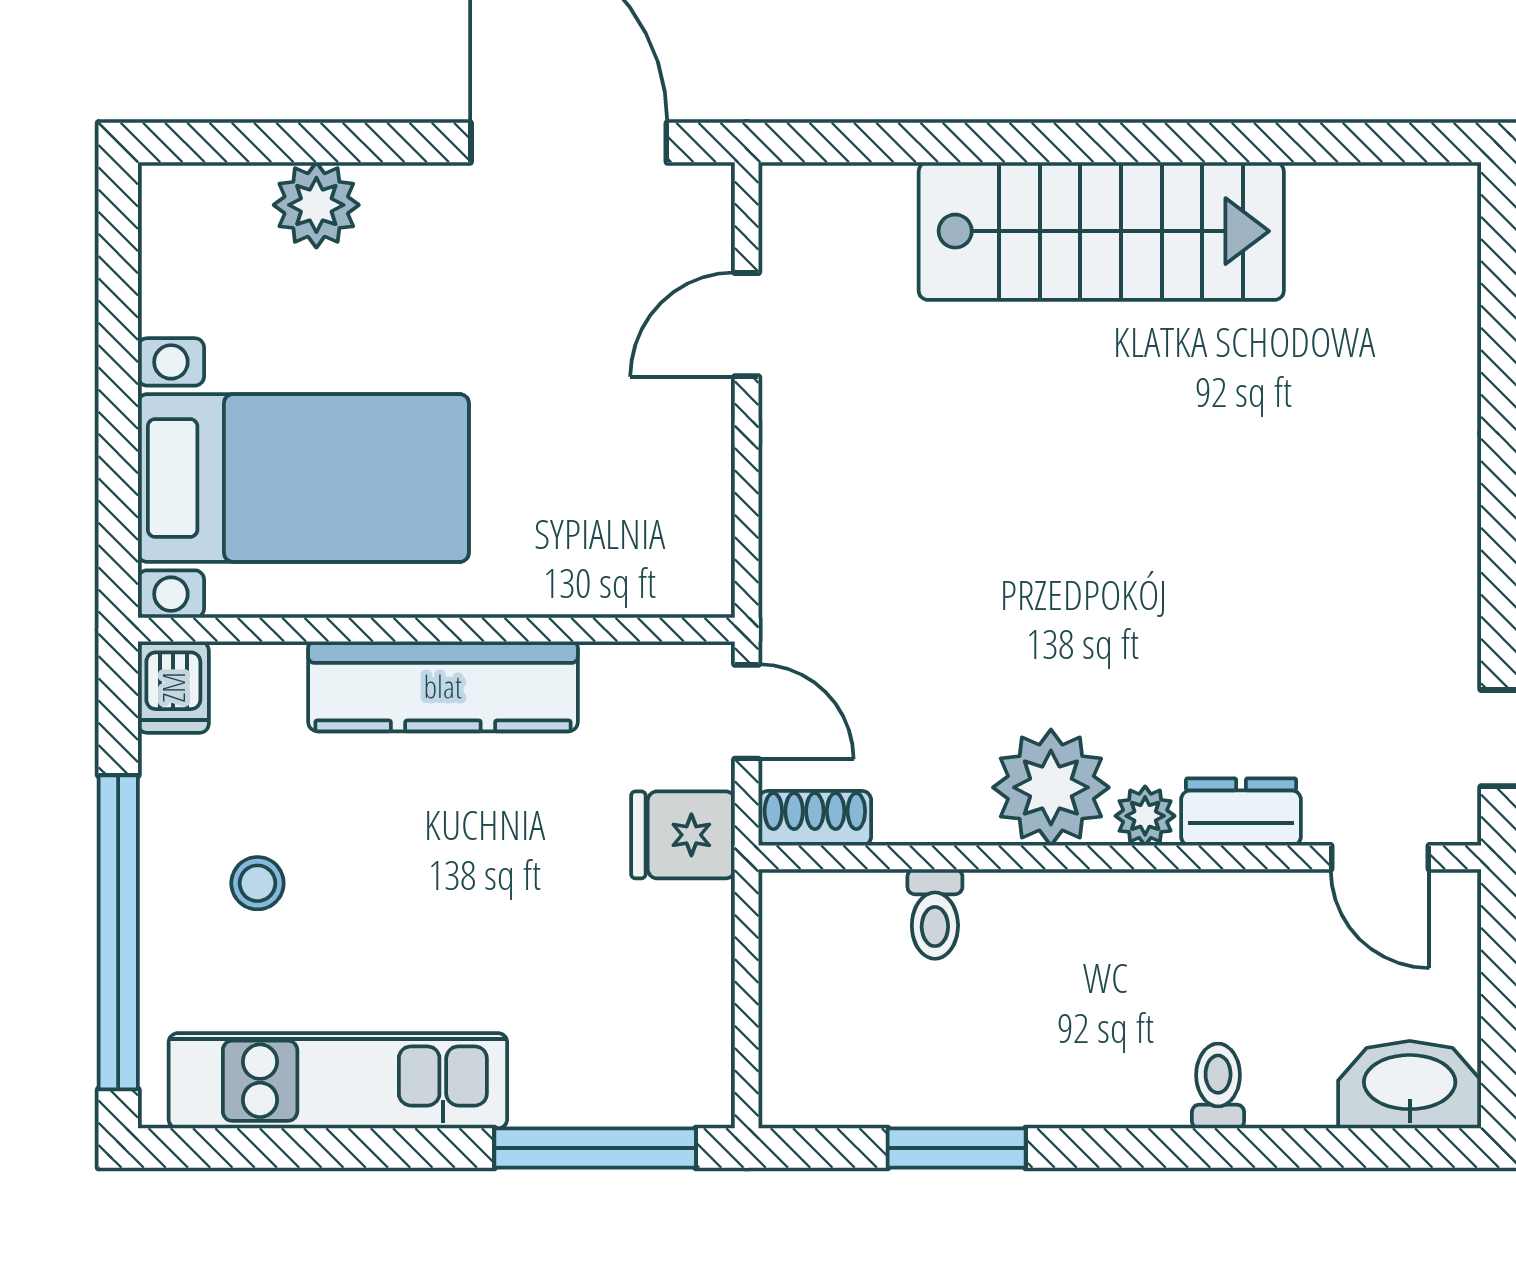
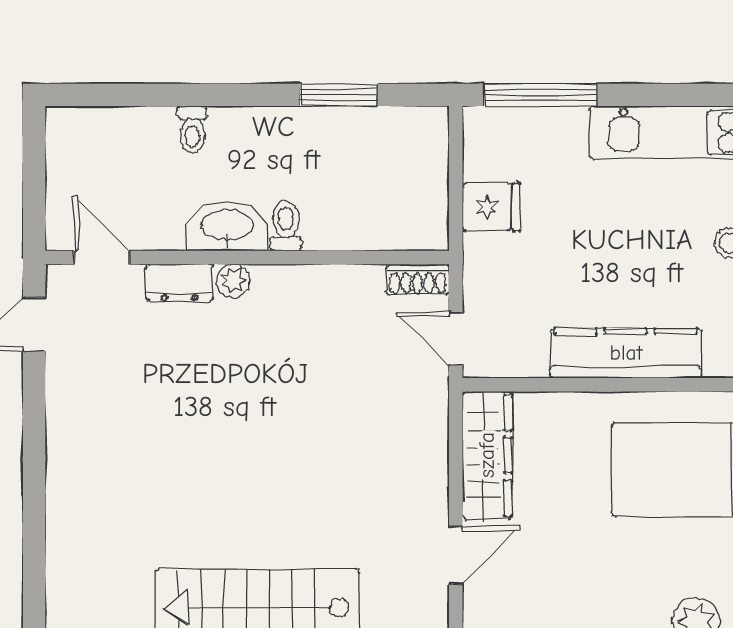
wardrobe: (691, 503) -> (487, 455), added
plant: (1051, 787) -> (286, 297), removed
fridge: (683, 835) -> (491, 207), moved
toilet: (935, 914) -> (286, 226), moved
washbasin: (1410, 1085) -> (227, 226), moved, turned 180

